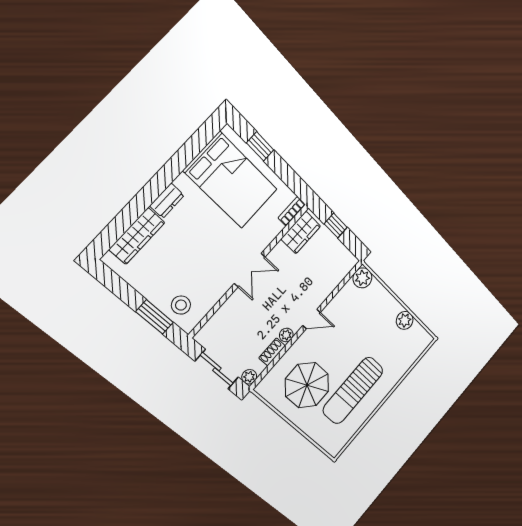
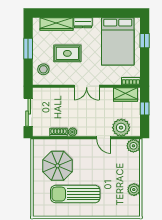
rug: (188, 257) -> (67, 53), added
window: (155, 317) -> (28, 49), moved
door: (312, 319) -> (104, 138), moved
plant: (249, 377) -> (121, 128), moved, width x1.87, depth x1.87

